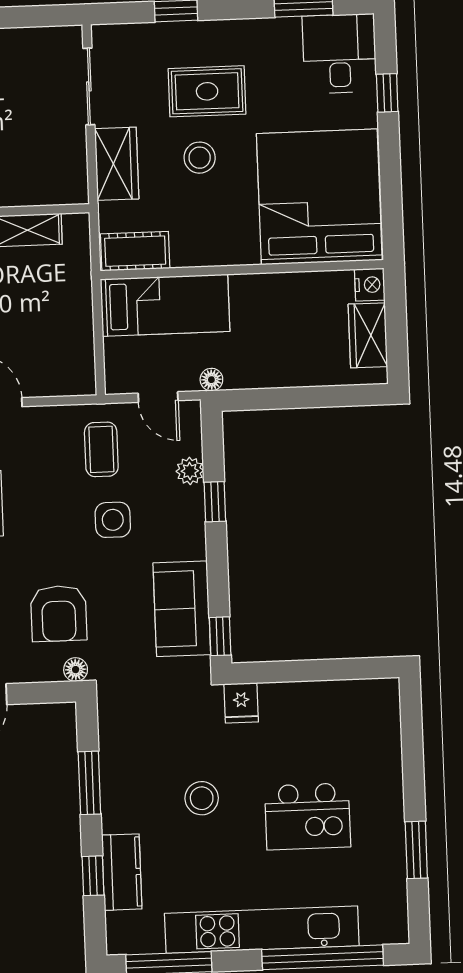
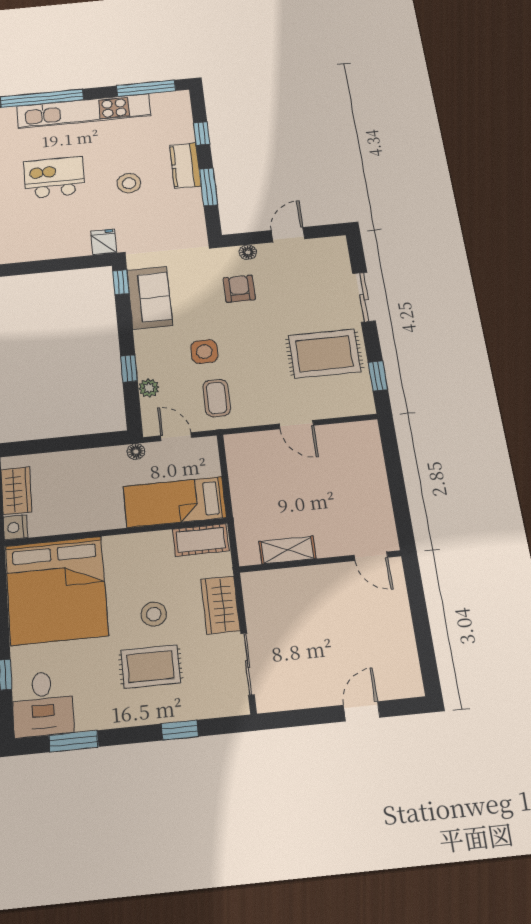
armchair: (59, 614) -> (239, 289), width x0.72, depth x0.72
floor lamp: (76, 670) -> (248, 252), moved
kitchen counter: (122, 872) -> (185, 166), moved

